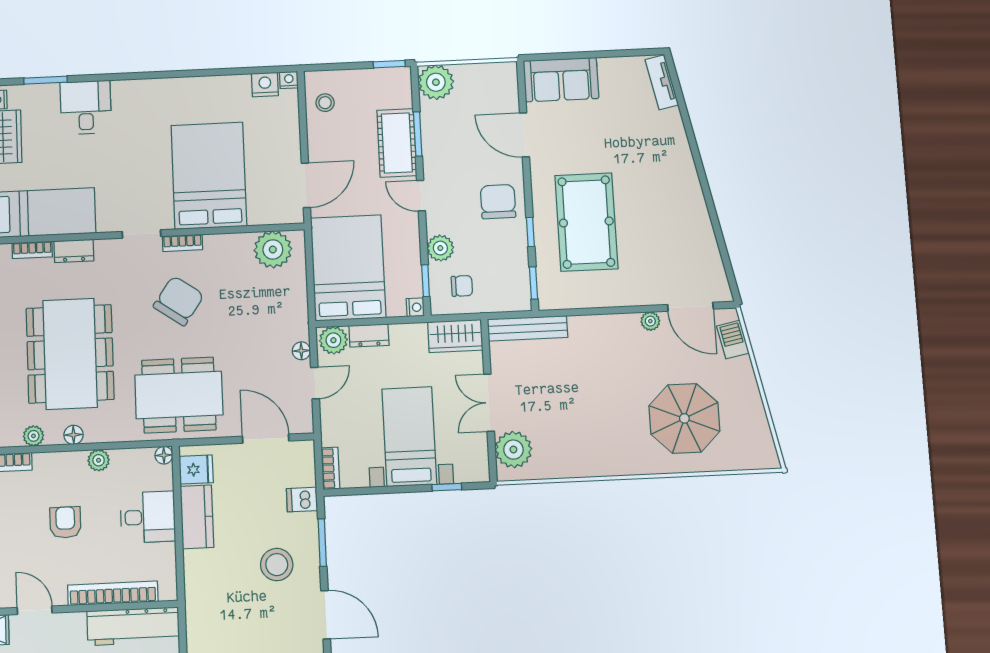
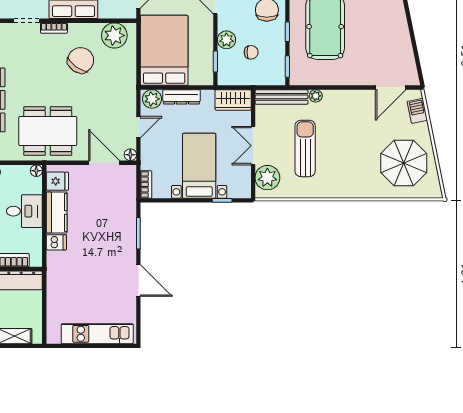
chair: (462, 286) -> (251, 52), moved
chair: (179, 301) -> (81, 60), moved
nightstand: (415, 307) -> (208, 79), removed
door: (690, 307) -> (391, 87), hinge flipped
plant: (650, 321) -> (316, 96), moved
dresser: (369, 335) -> (181, 97), width x1.44
floor lamp: (301, 351) -> (130, 155), moved
sun lounger: (568, 403) -> (305, 148), added
parasol: (684, 418) -> (404, 163), moved
dishwasher: (302, 500) -> (56, 242), moved, turned 180
stool: (277, 565) -> (108, 246), removed

